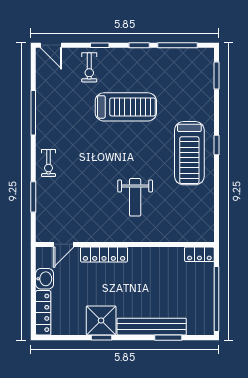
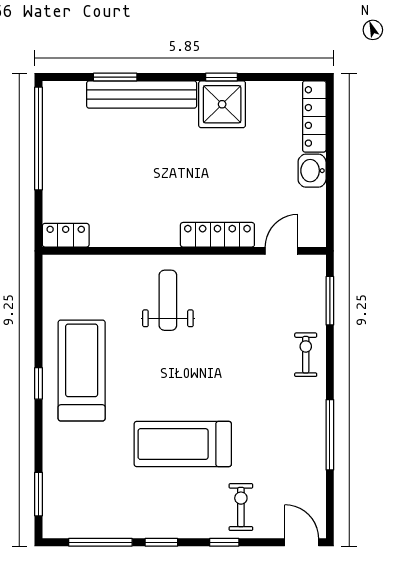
door: (64, 244) -> (282, 251), moved
wall: (125, 244) -> (184, 251), moved
locker: (199, 254) -> (66, 235), moved
locker: (104, 255) -> (217, 235), moved

